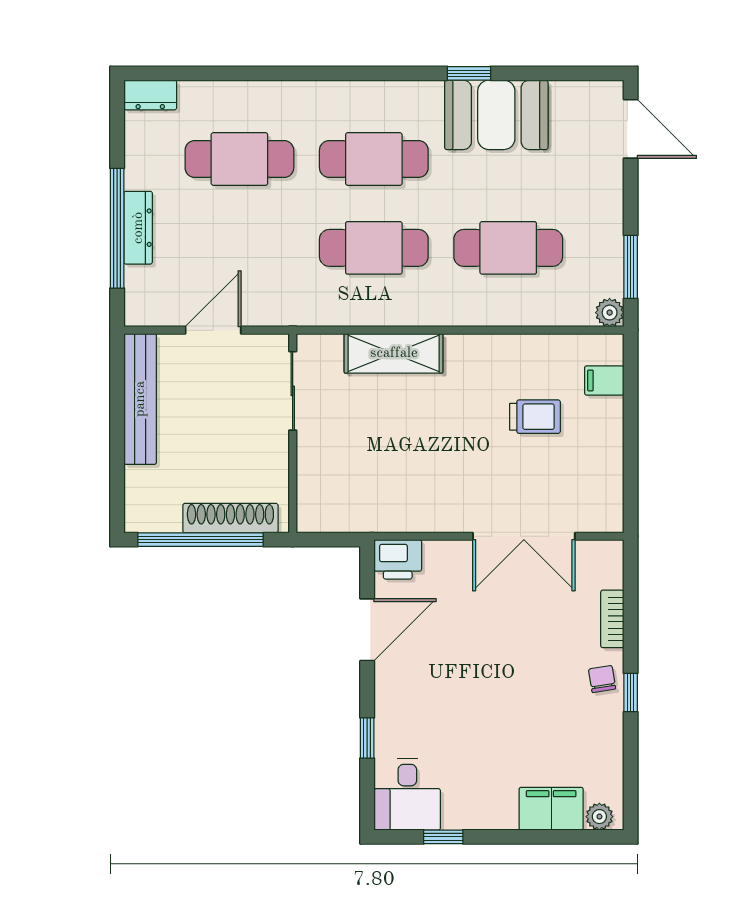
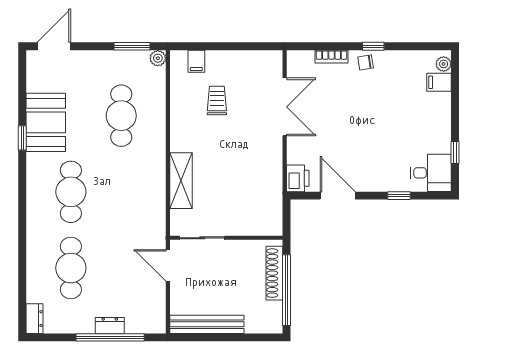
dresser: (138, 228) -> (110, 325), width x0.70
cafe table: (374, 248) -> (121, 192), removed
door: (213, 330) -> (168, 265), moved
filing cabinet: (551, 809) -> (439, 82), width x0.50

